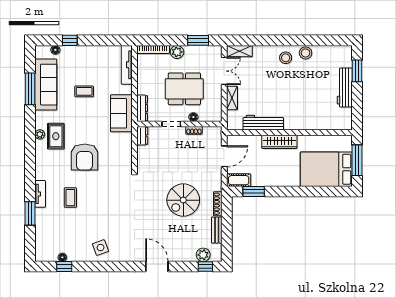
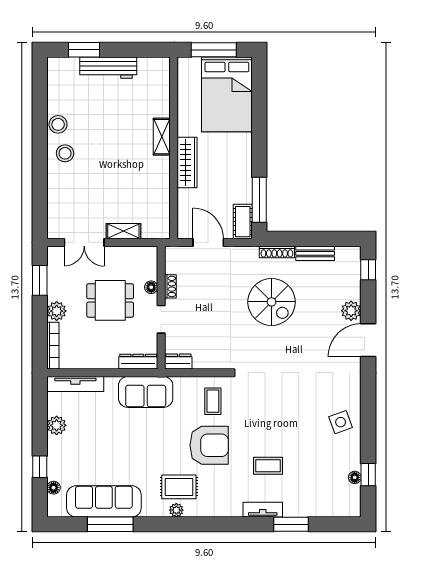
shelving: (239, 51) -> (162, 137), moved
plant: (98, 52) -> (57, 425), added
double door: (224, 71) -> (84, 242), swing flipped
dining table: (184, 89) -> (110, 300), width x0.73
coffee table: (84, 91) -> (213, 401), moved
workbench: (263, 123) -> (159, 186), removed
window: (254, 192) -> (259, 200), width x1.44
plant: (203, 255) -> (351, 311), moved

